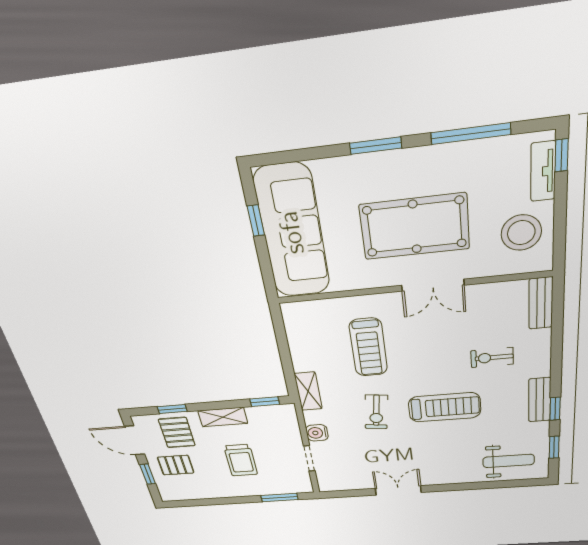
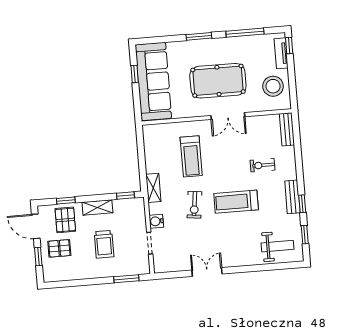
treadmill: (445, 407) -> (236, 202), turned 180

